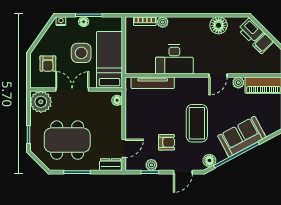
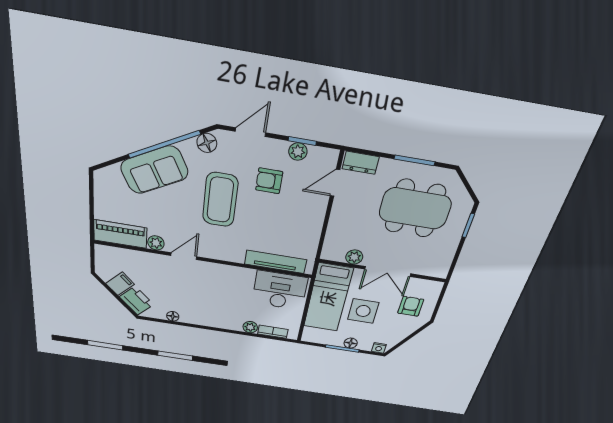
floor lamp: (219, 25) -> (173, 316), width x0.53, depth x0.53
desk: (174, 59) -> (280, 290), moved
floor lamp: (117, 100) -> (330, 248), removed
plant: (41, 102) -> (354, 257), moved, width x0.53, depth x0.53

